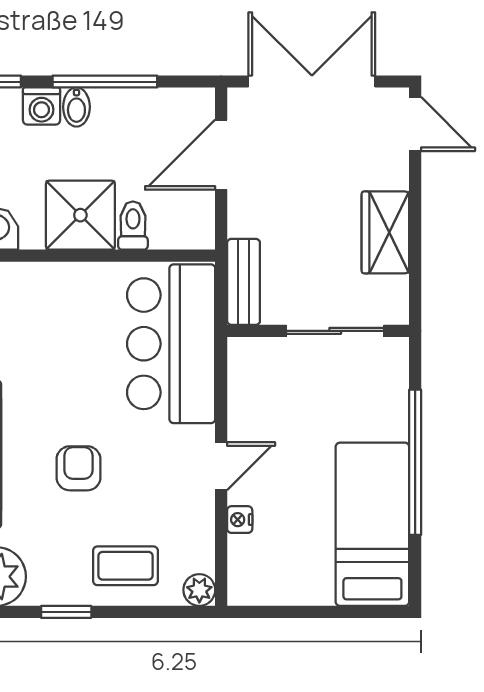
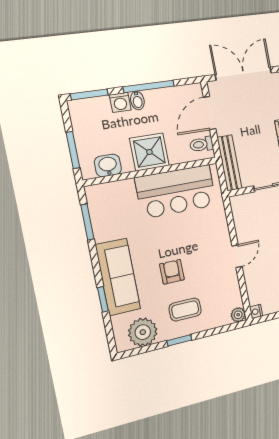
toilet: (133, 226) -> (202, 144), moved, turned -90
bench: (244, 282) -> (229, 163), width x1.36
bar counter: (171, 344) -> (176, 191), moved, turned -90
nightstand: (240, 520) -> (256, 311), moved
coffee table: (125, 566) -> (185, 310), moved

